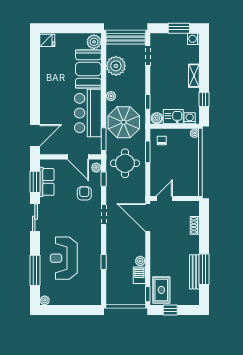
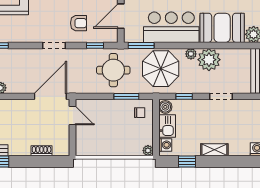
doorway: (148, 56) -> (221, 96), moved
plant: (116, 66) -> (209, 60), moved
plant: (96, 168) -> (108, 37), removed

